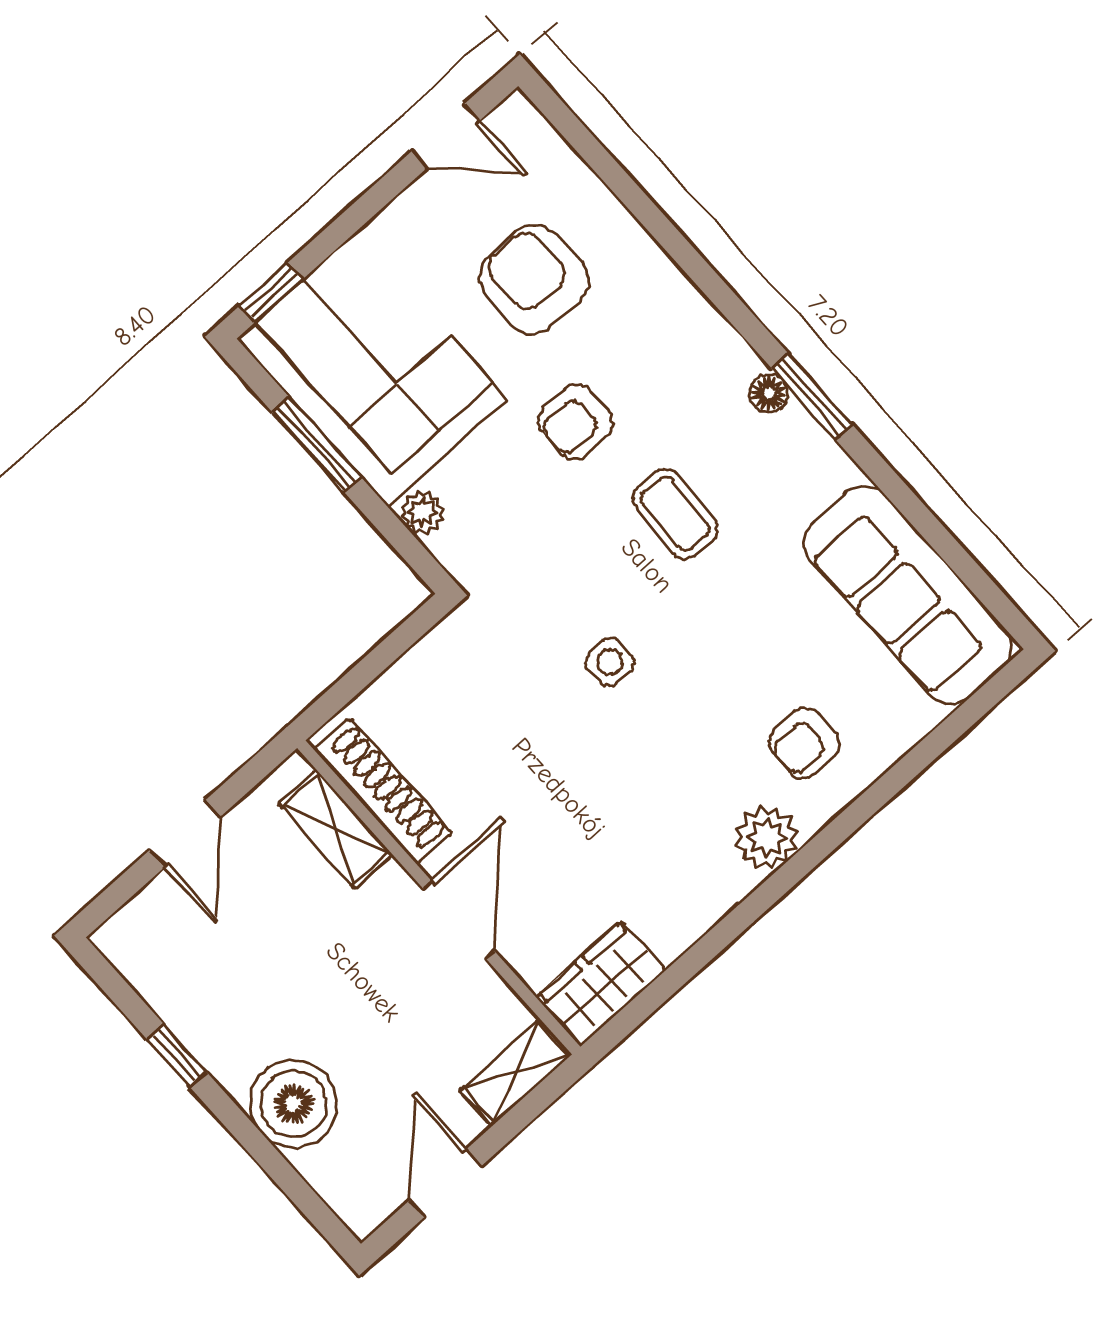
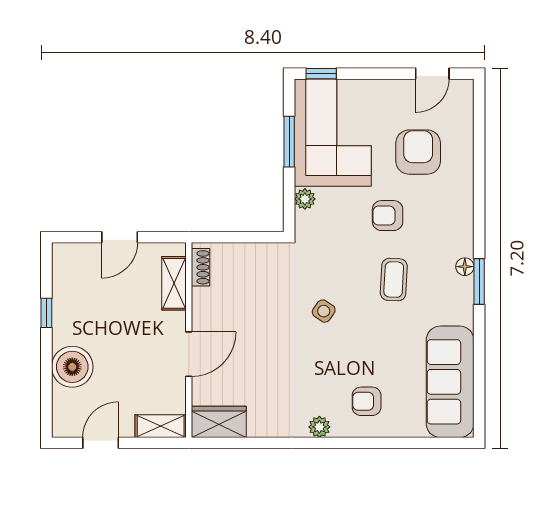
door: (446, 136) -> (432, 74), hinge flipped
side table: (610, 662) -> (324, 311), turned 34
shoe rack: (383, 791) -> (201, 267), width x0.51, depth x0.81
plant: (767, 838) -> (319, 427), width x0.73, depth x0.73

